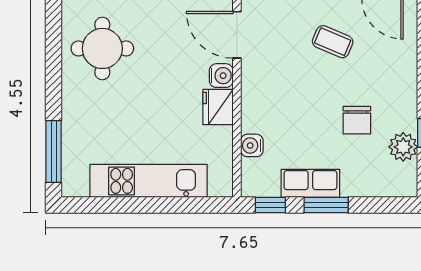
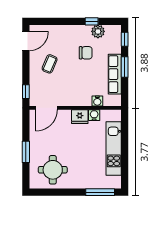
water cooler: (221, 76) -> (94, 115), moved
row of seats: (310, 183) -> (115, 74), width x1.48
window: (270, 205) -> (125, 39), moved

